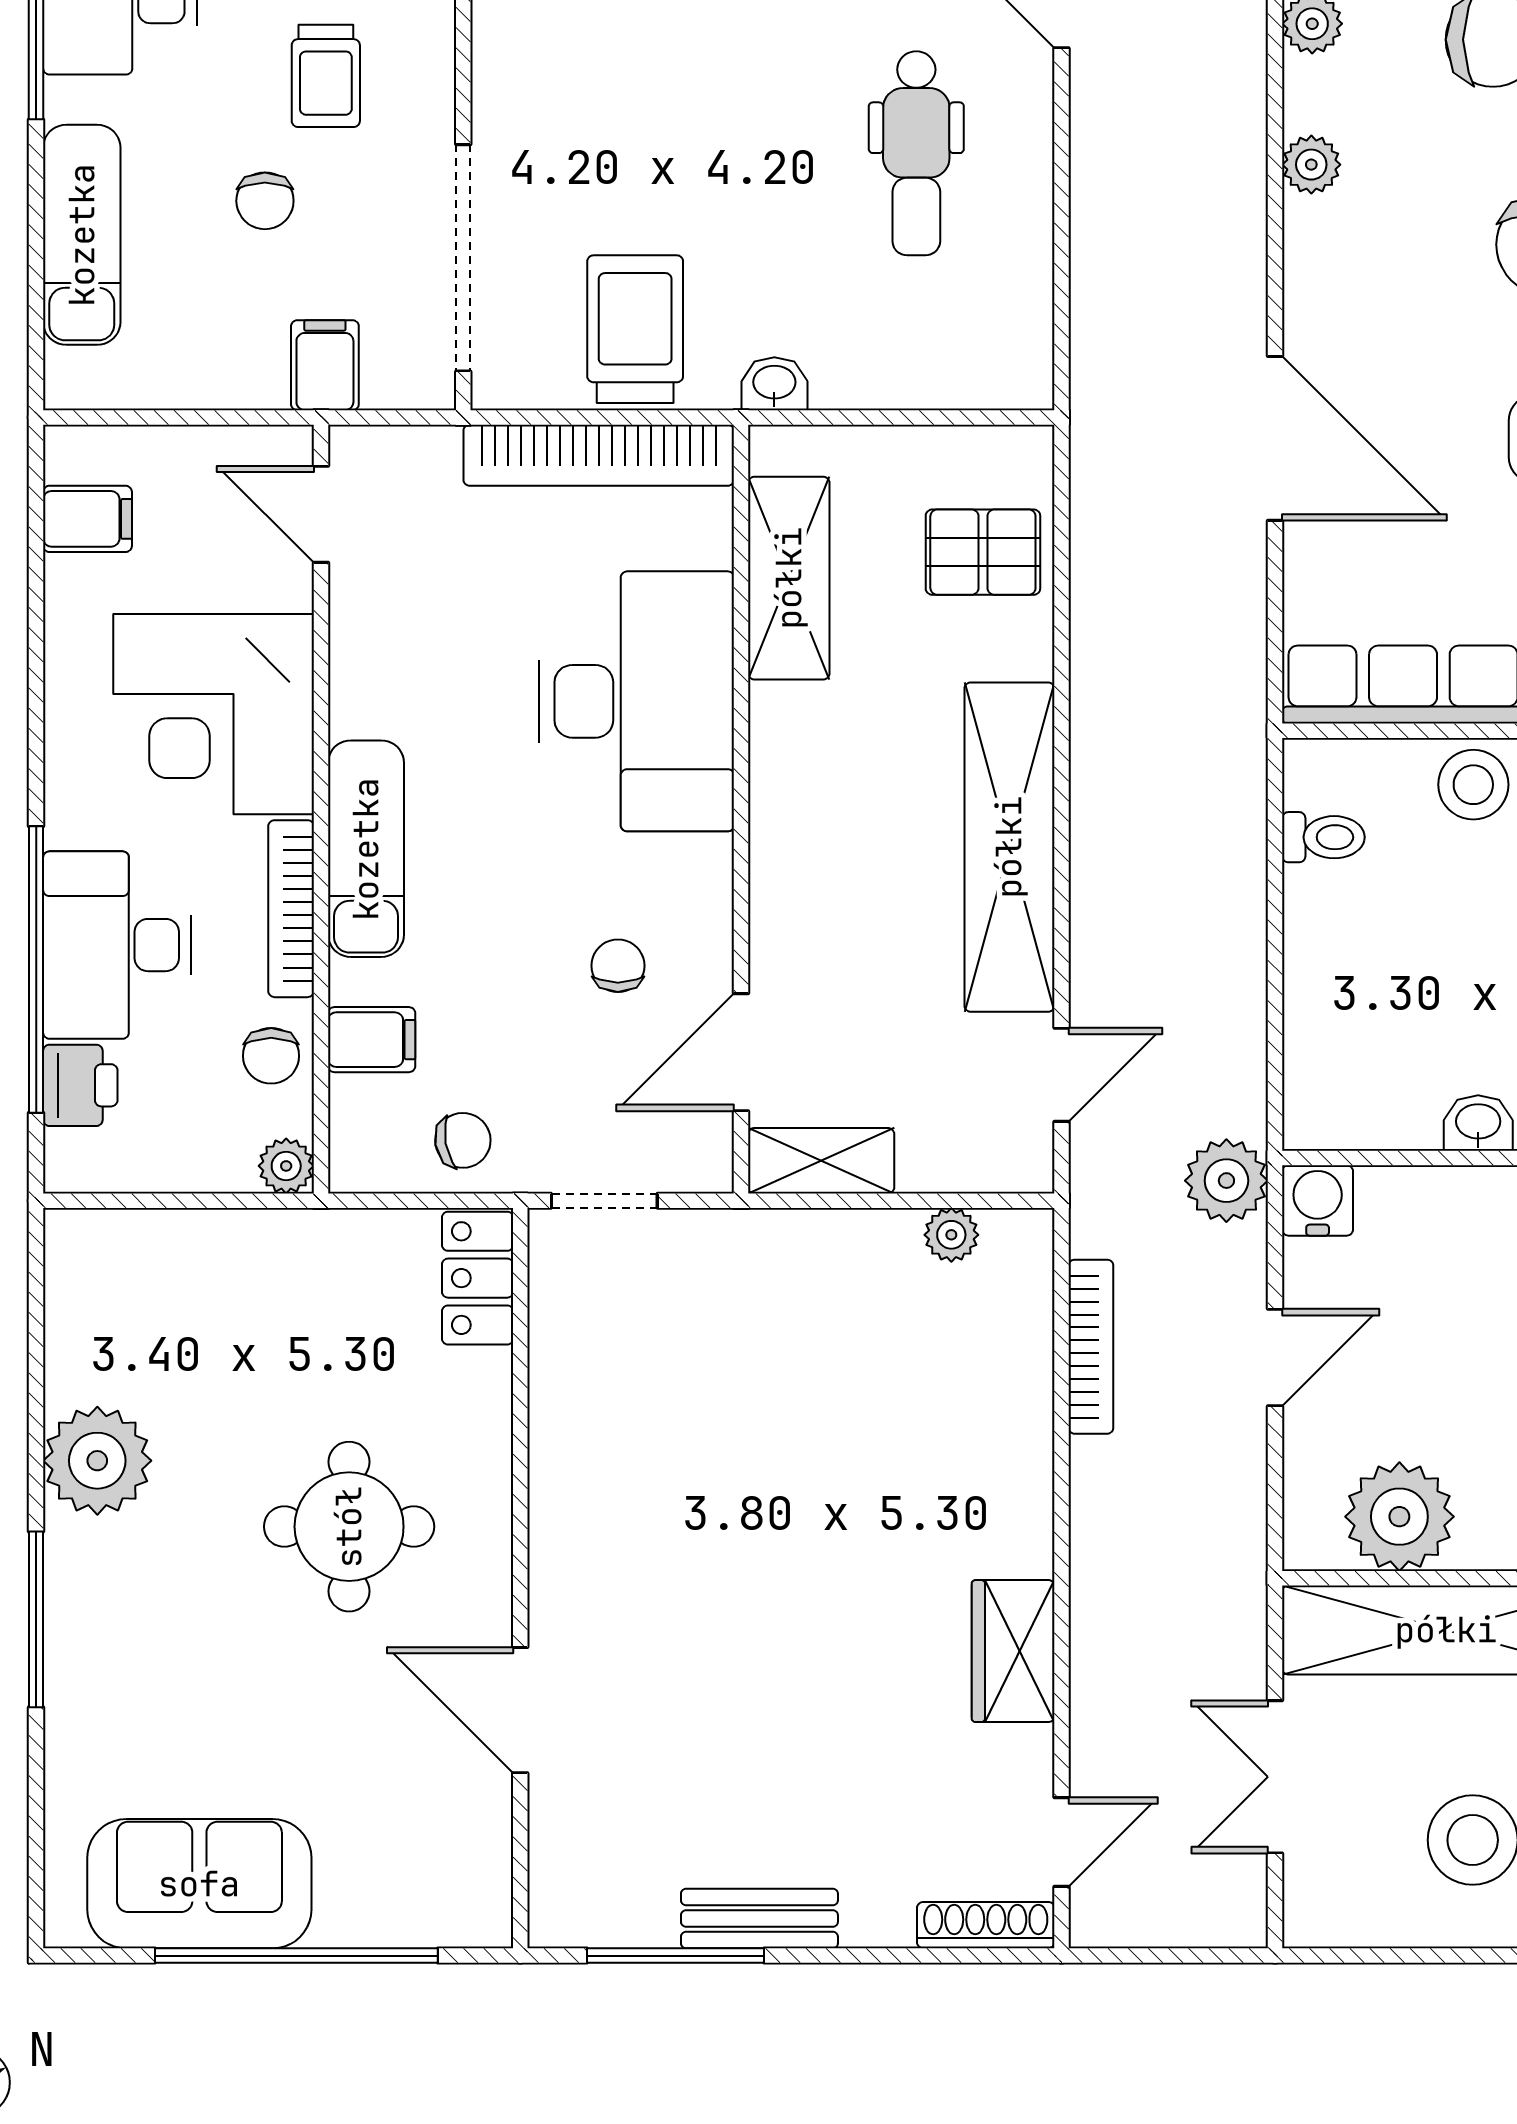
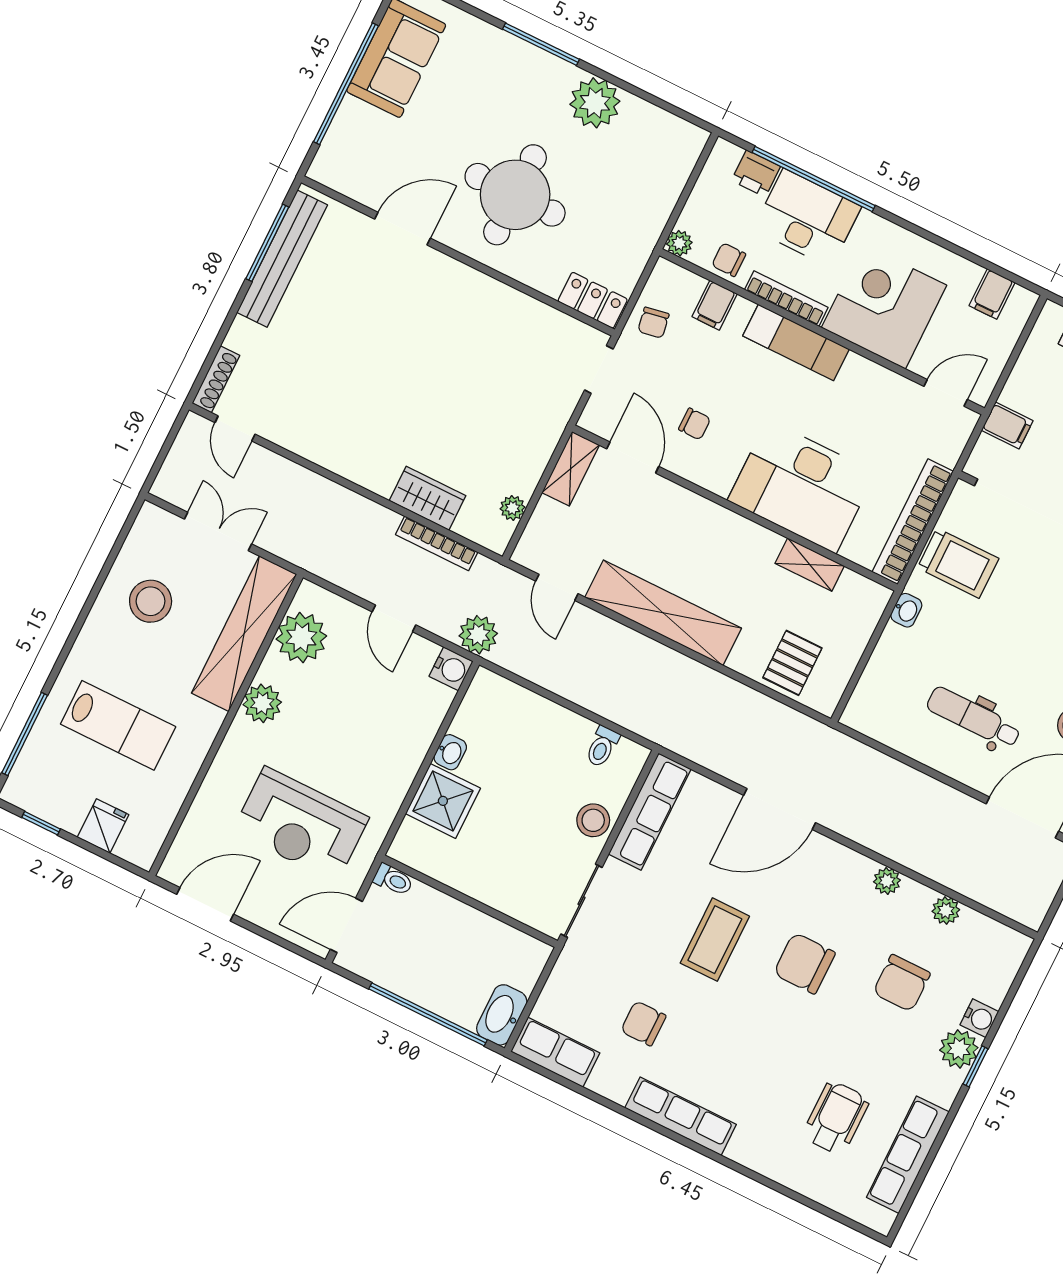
shelving: (789, 578) -> (810, 565), width x0.67, depth x0.75
round table: (349, 1527) -> (515, 195), width x1.36, depth x1.36
wardrobe: (1013, 1651) -> (427, 498), moved
bench: (759, 1919) -> (282, 259), width x1.86, depth x1.21

